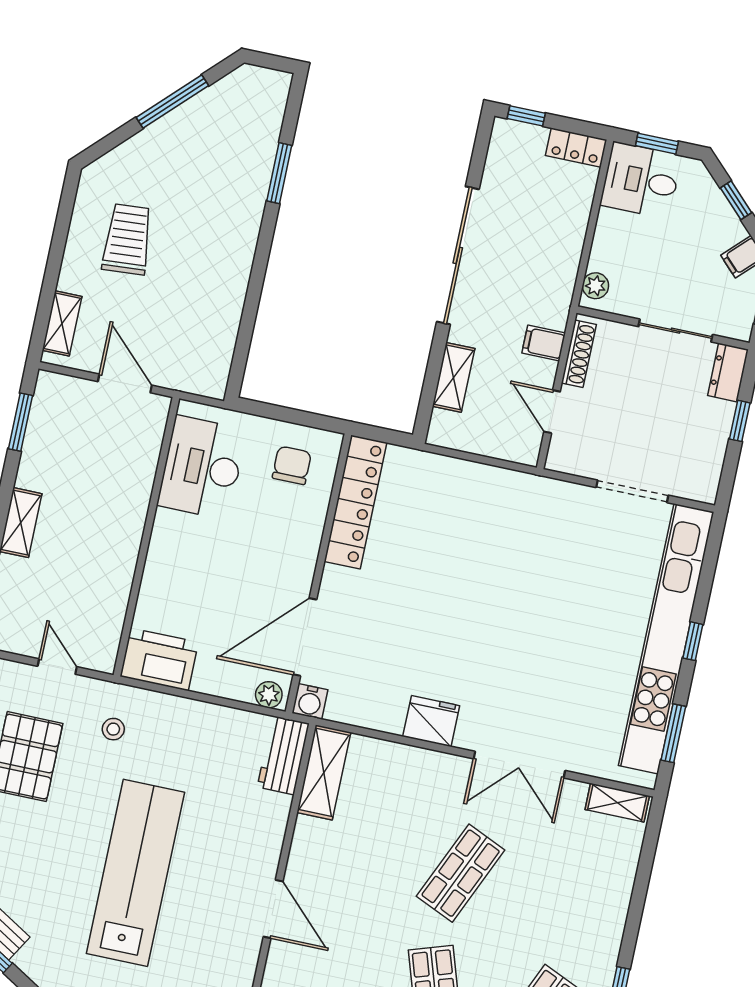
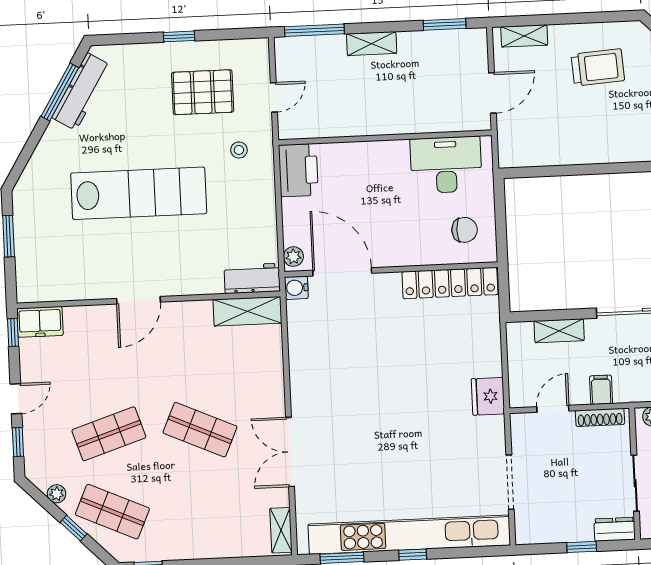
fridge: (431, 721) -> (488, 396), moved, turned 180

